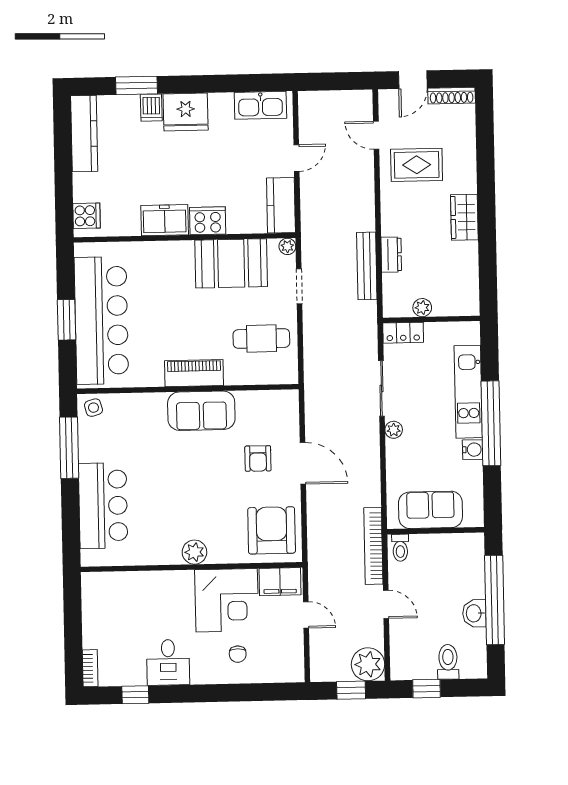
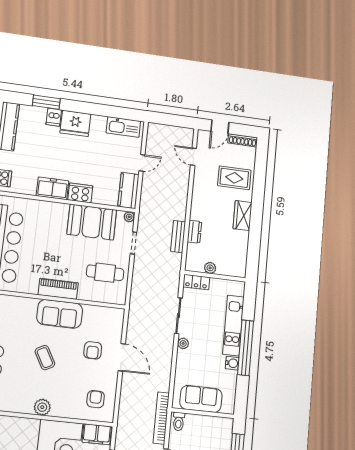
rug: (417, 165) -> (234, 178), moved
bench: (367, 266) -> (178, 237), width x0.73
coffee table: (188, 479) -> (45, 358), added
armchair: (272, 530) -> (96, 399), width x0.53, depth x0.53

